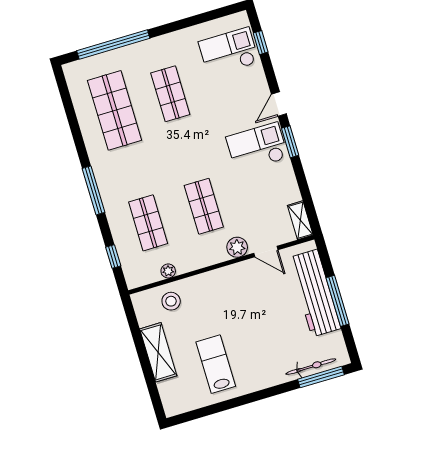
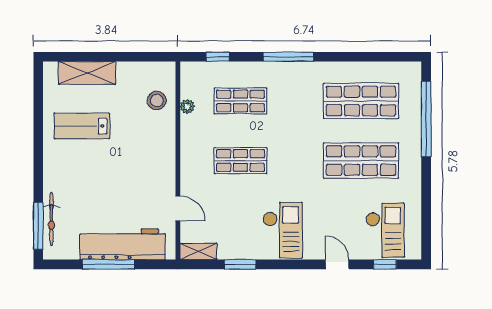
shop shelf: (170, 94) -> (361, 161), width x1.43, depth x1.36
door: (279, 104) -> (337, 264), moved
window: (290, 142) -> (240, 264), moved
plant: (237, 247) -> (190, 181), removed
door: (266, 252) -> (178, 208), swing flipped
shelving: (158, 352) -> (87, 73), moved
lab bench: (216, 364) -> (82, 126), turned 180

